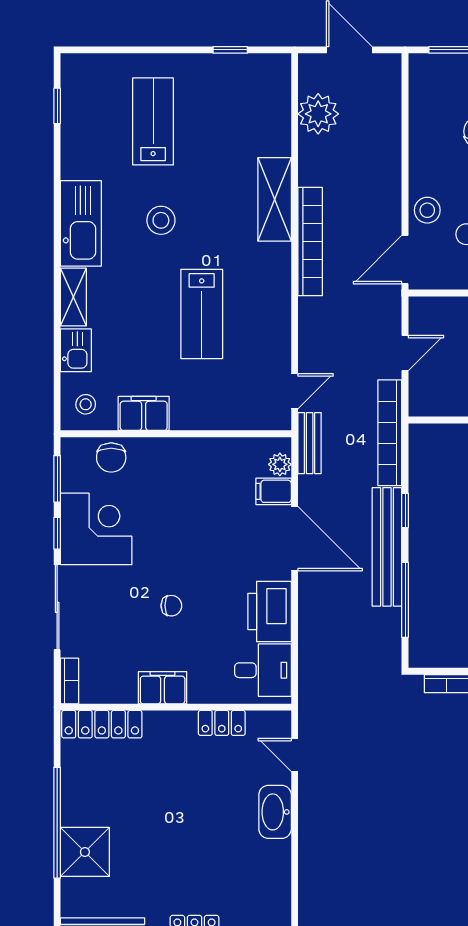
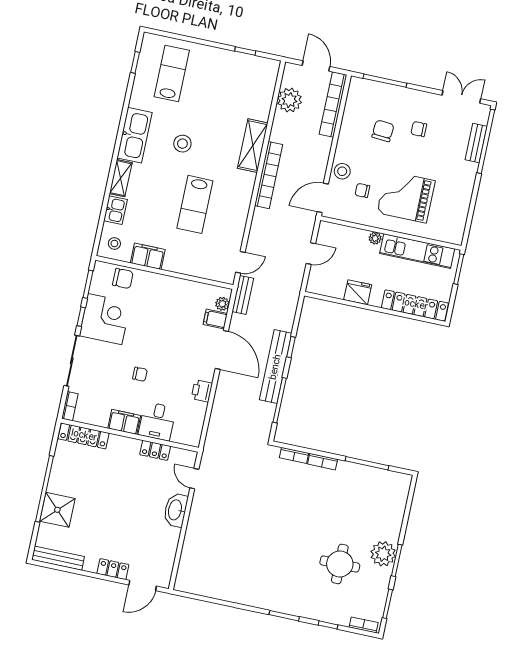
lab bench: (153, 121) -> (172, 73), moved
bookcase: (390, 433) -> (333, 105), moved
chair: (111, 458) -> (123, 278), turned -90
printer: (270, 611) -> (202, 391), width x0.53, depth x0.68
desk: (263, 670) -> (157, 421), moved, turned 90

